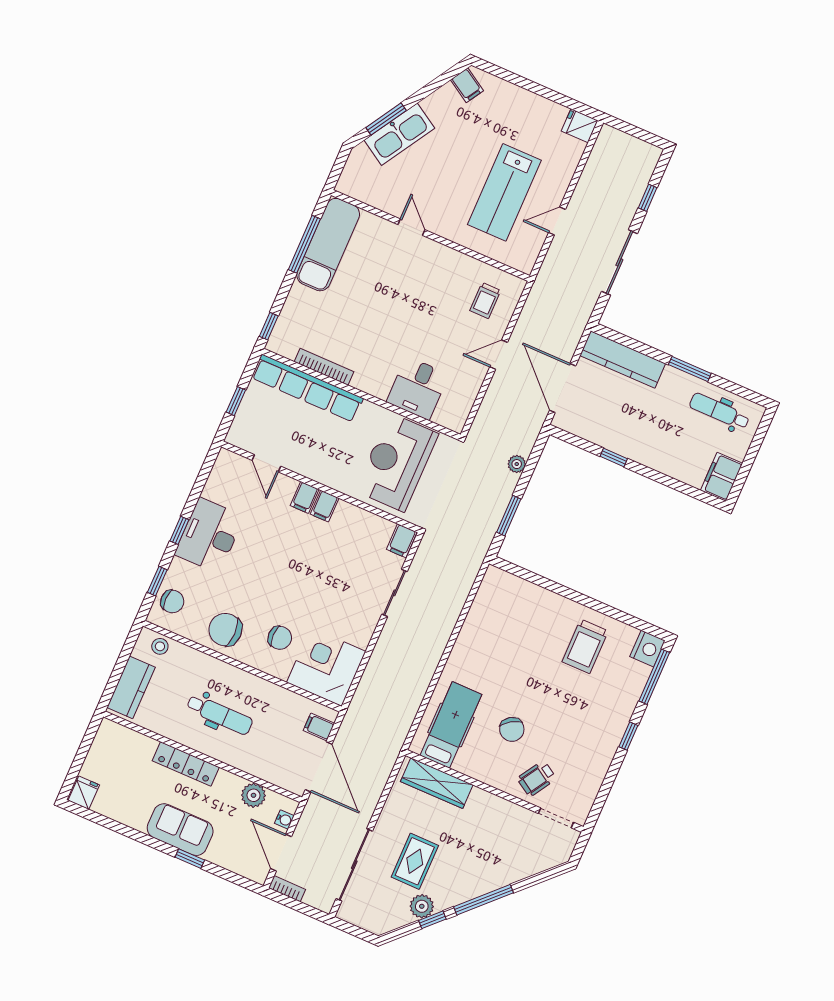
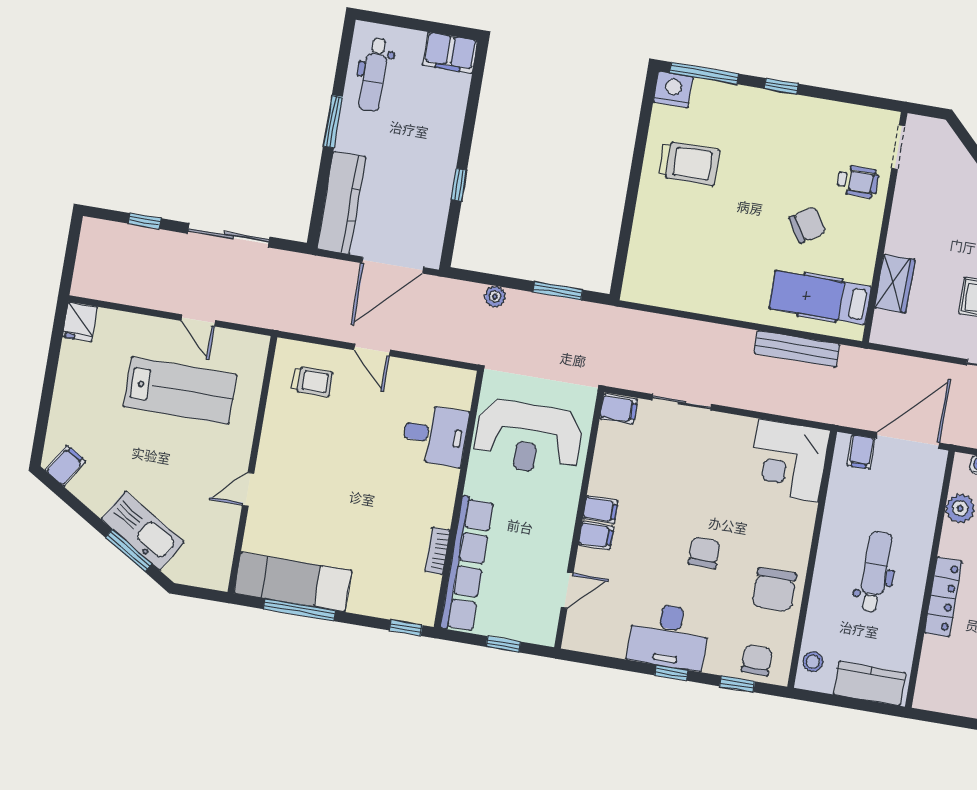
bookcase: (324, 367) -> (437, 551), width x0.64
chair: (280, 638) -> (704, 553), moved
bench: (414, 696) -> (797, 349), added
wheelchair: (537, 779) -> (858, 181), turned -32
wardrobe: (437, 783) -> (895, 284), width x0.67

